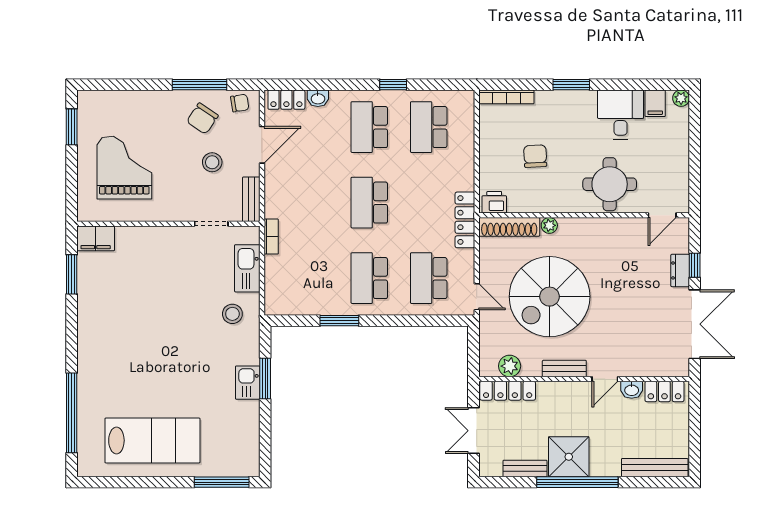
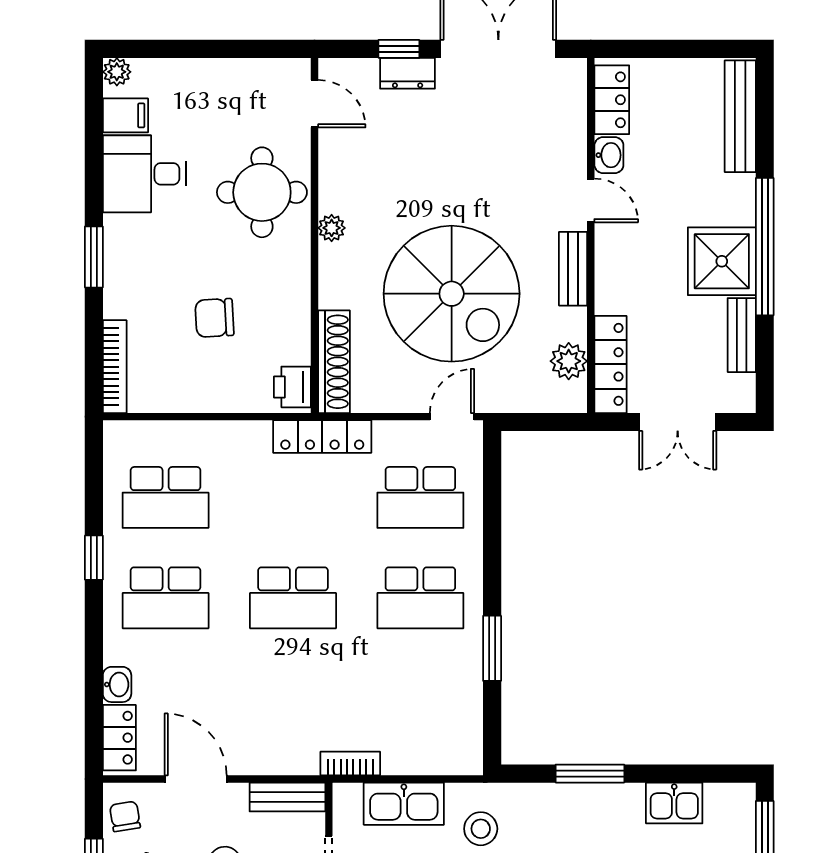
plant: (549, 225) -> (332, 228), moved
kitchen sink: (248, 383) -> (674, 803), moved

